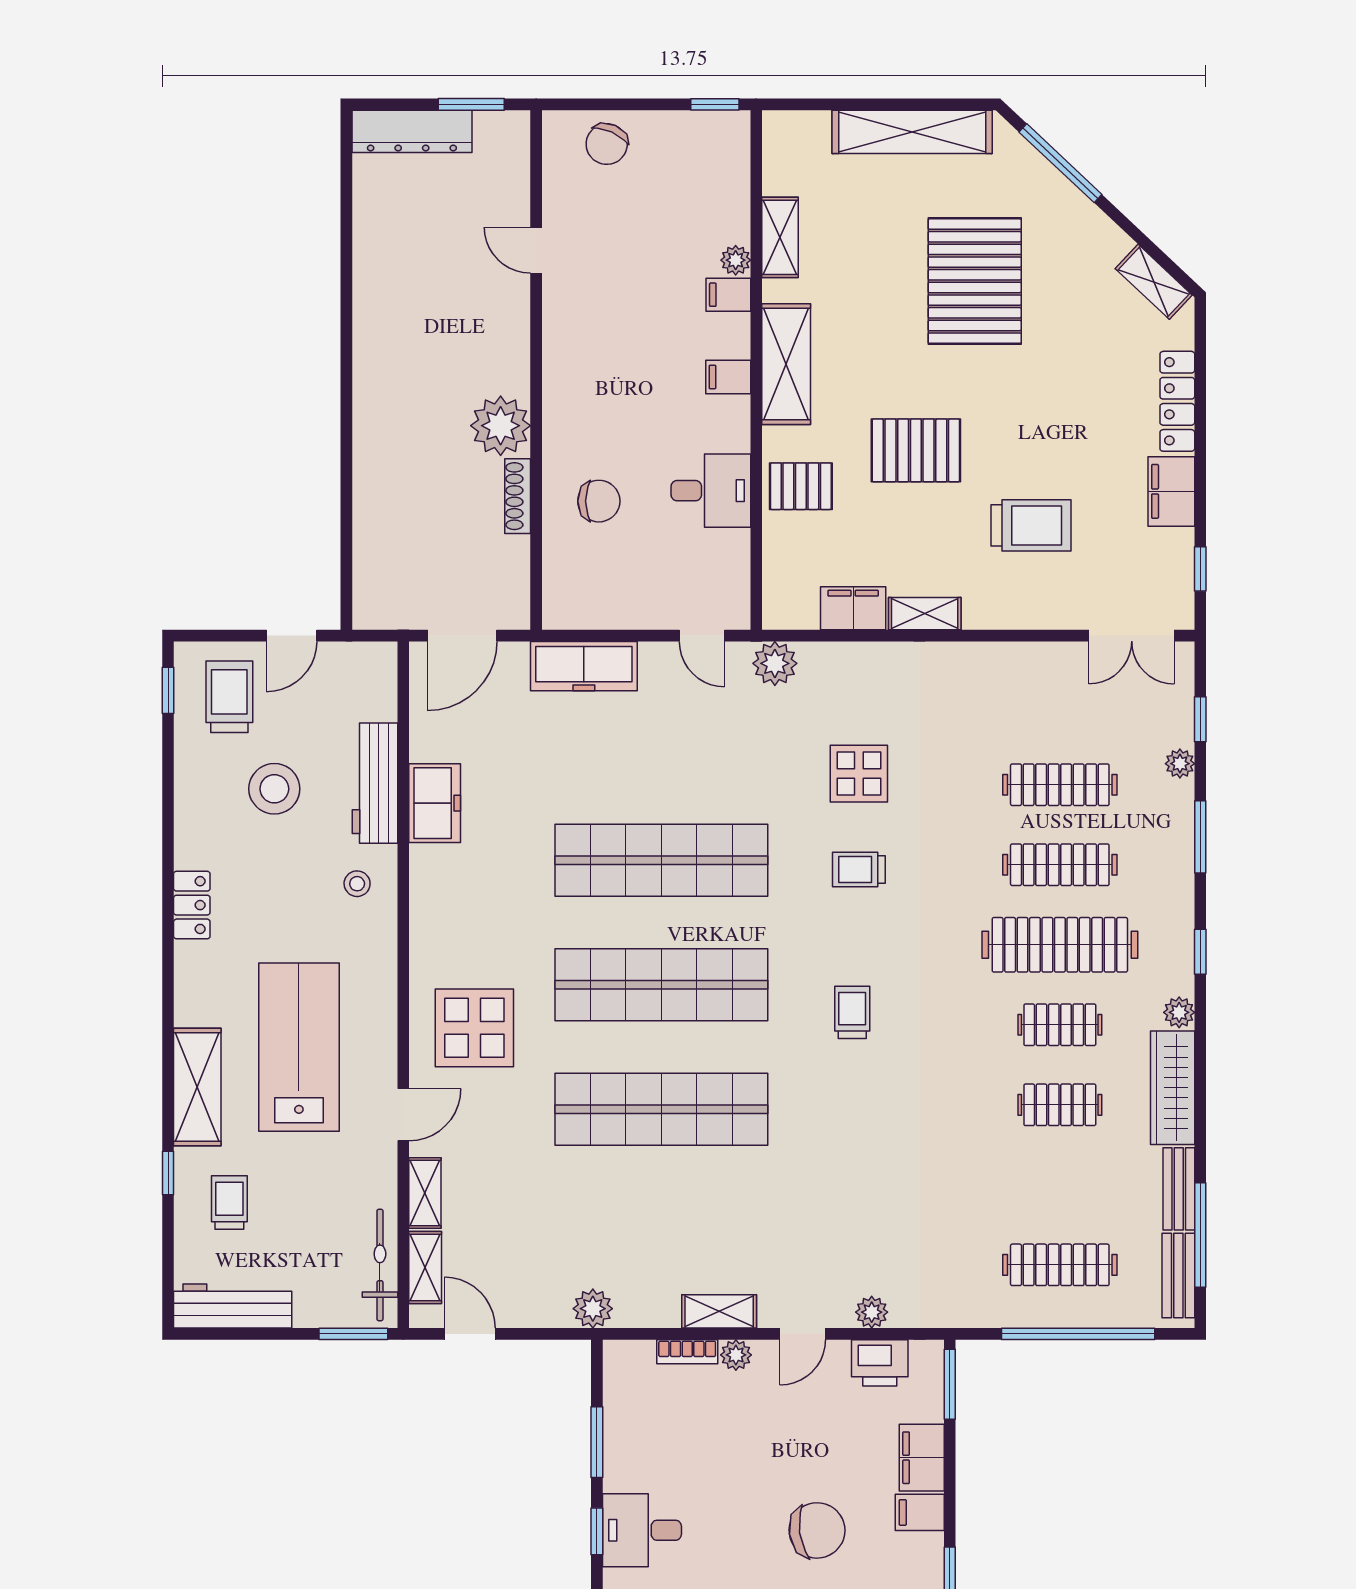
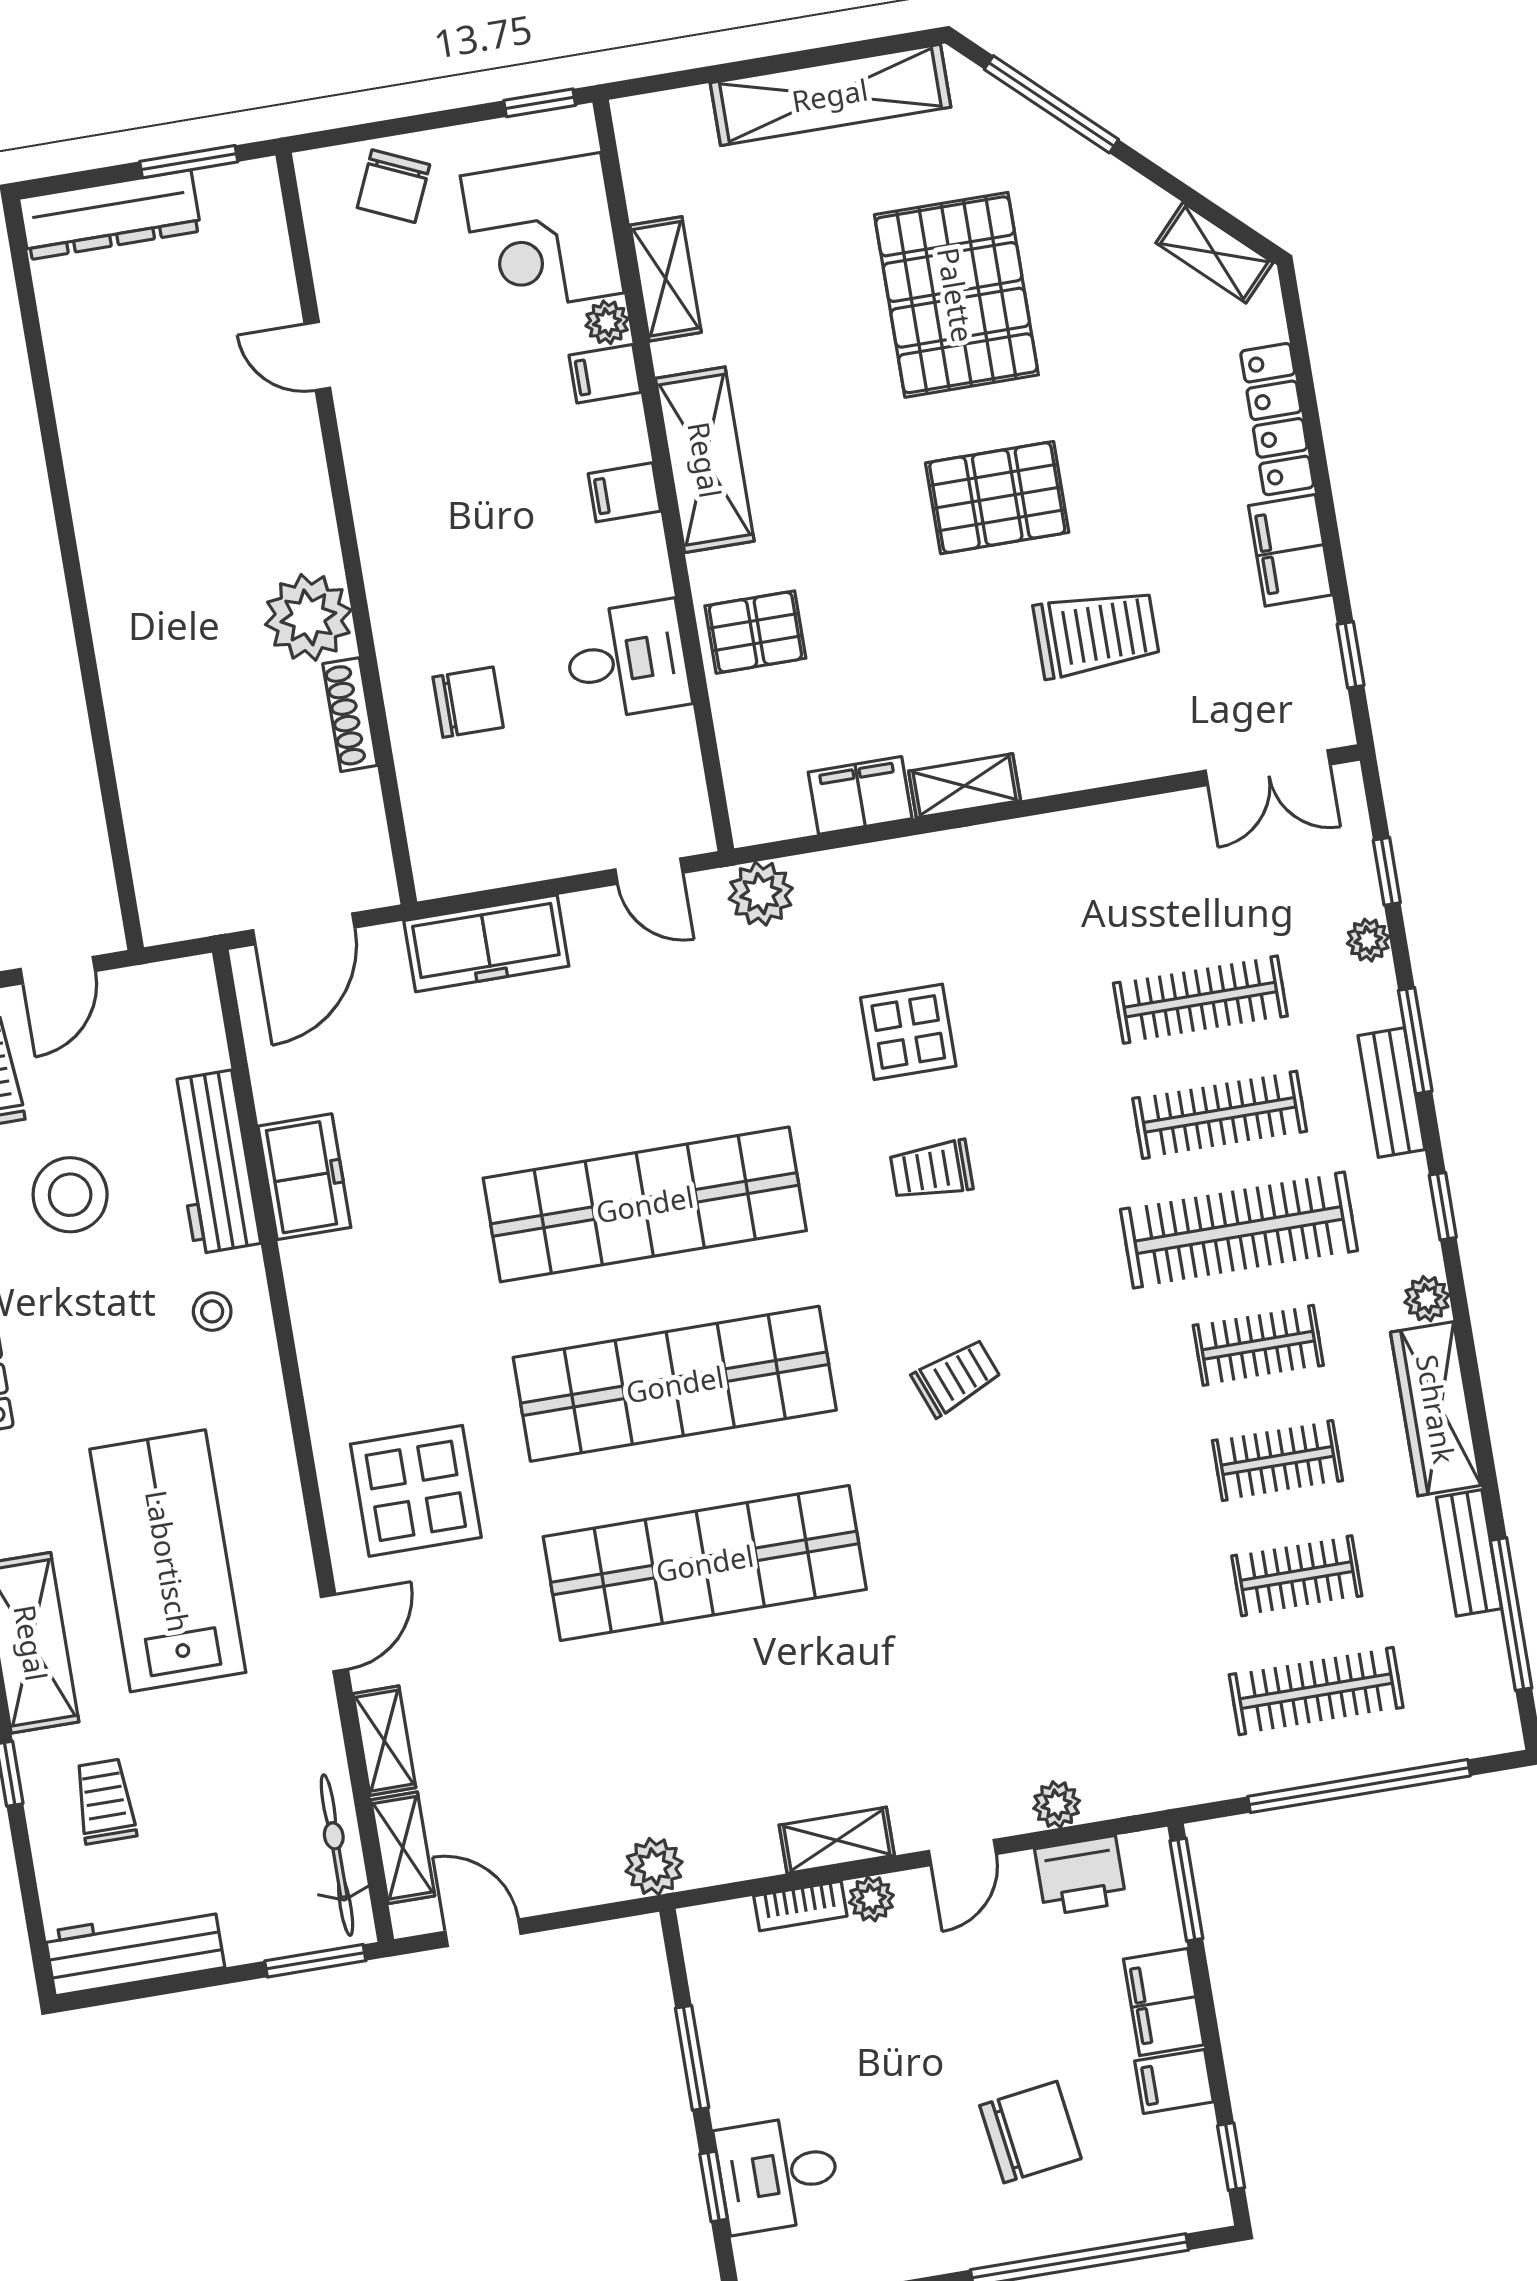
corner desk: (702, 193) -> (542, 234), added
pallet: (916, 450) -> (997, 498), moved
trolley: (852, 1012) -> (956, 1377), turned 69
clothes rail: (1060, 1185) -> (1297, 1576), added
bench: (1178, 1275) -> (1391, 1093), moved

